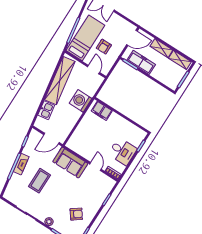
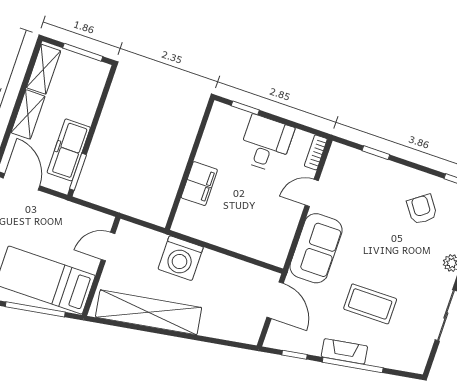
armchair: (104, 47) -> (54, 237), removed
kitchen sink: (46, 110) -> (218, 326), removed
filing cabinet: (102, 111) -> (199, 184), moved

